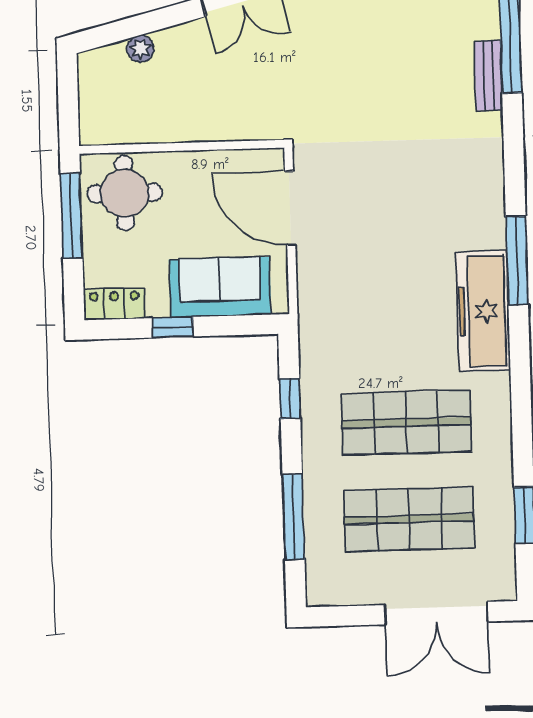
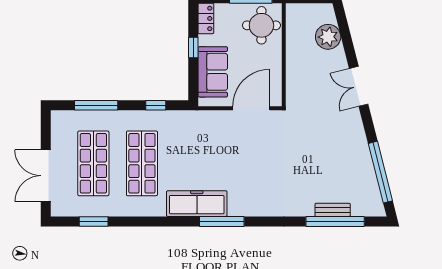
plant: (140, 49) -> (328, 37), width x1.88, depth x1.88
bench: (488, 76) -> (333, 210), moved

